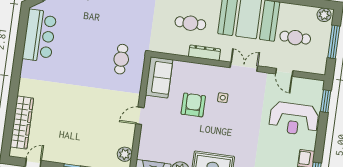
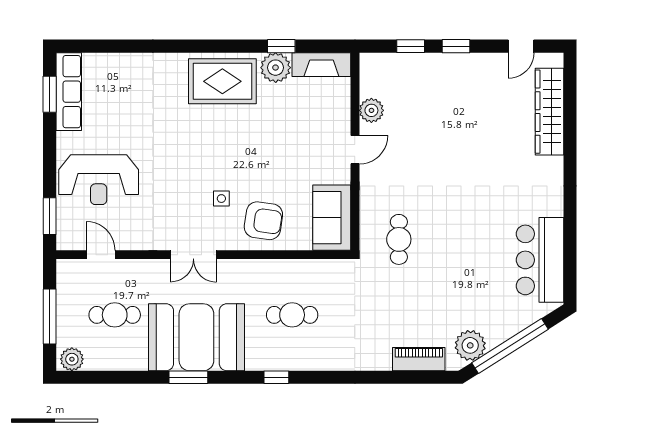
dresser: (204, 53) -> (262, 269), removed
door: (284, 72) -> (101, 255), moved
armchair: (193, 105) -> (263, 221), moved, turned -82
reception desk: (294, 119) -> (99, 180), turned 180
plant: (125, 154) -> (371, 110), moved

